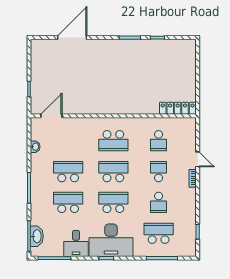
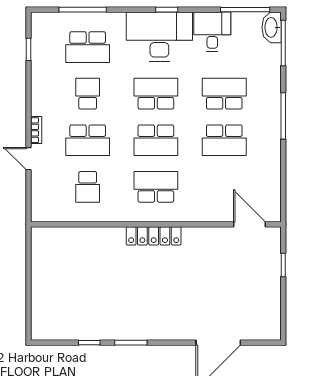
locker: (178, 108) -> (154, 236), moved
door: (51, 116) -> (250, 224), swing flipped
school desk: (159, 141) -> (88, 187), turned 180
washbasin: (35, 147) -> (274, 178), removed
school desk: (159, 172) -> (88, 140), width x1.85
school desk: (68, 202) -> (224, 94), turned 180
school desk: (113, 202) -> (156, 94), turned 180
washbasin: (37, 236) -> (272, 27), moved

